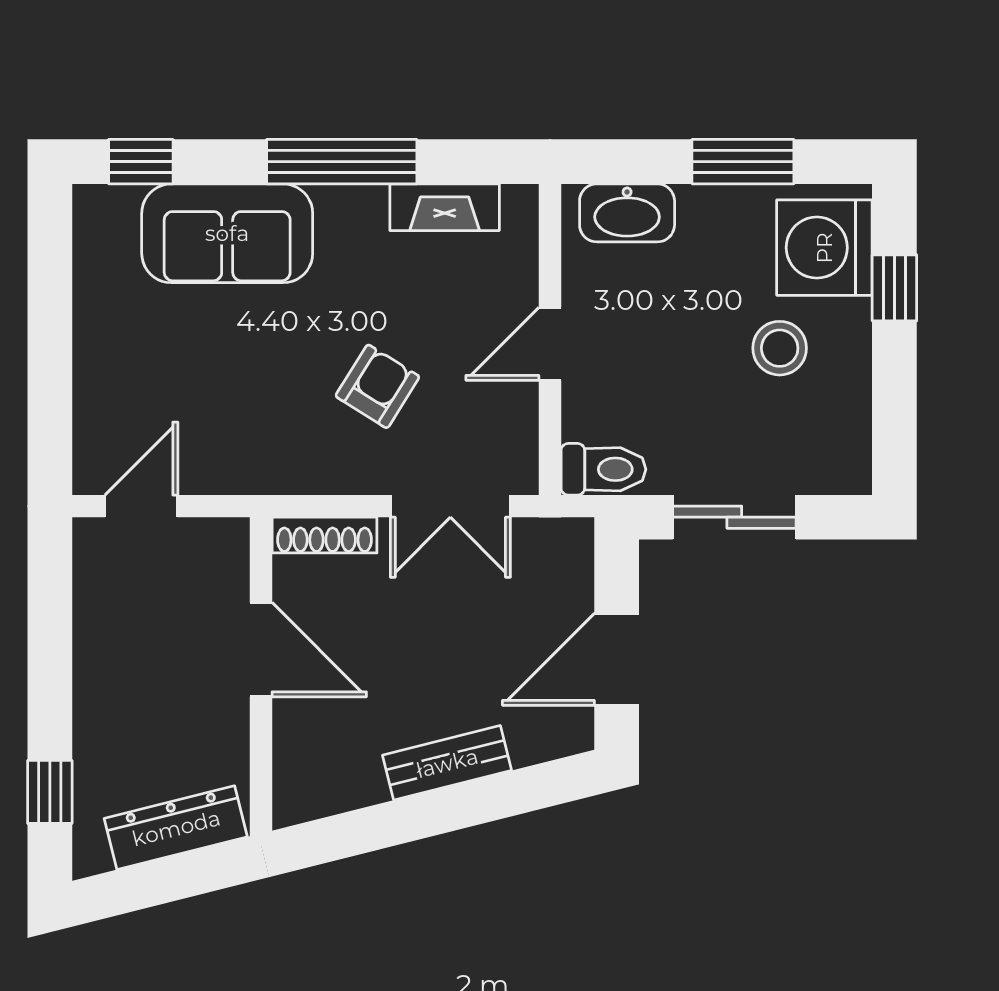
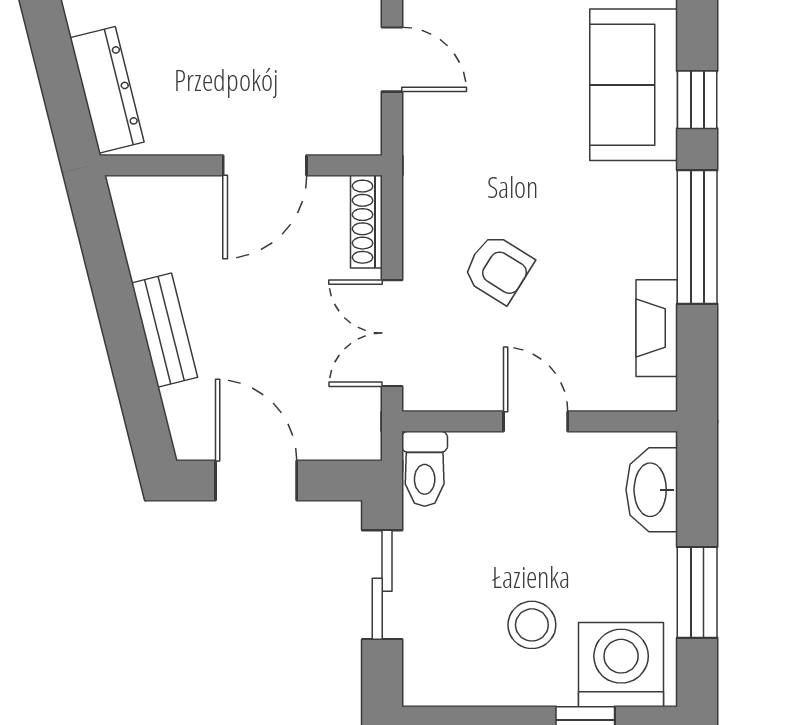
window: (141, 162) -> (697, 100), moved
sofa: (227, 233) -> (634, 85), moved

